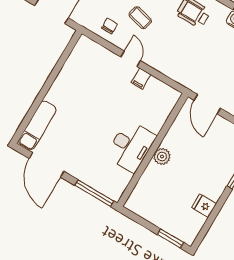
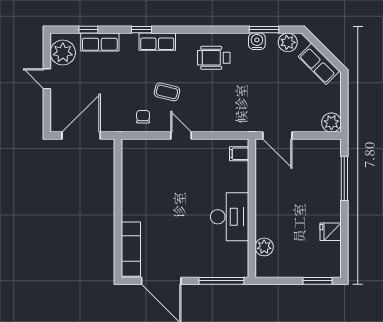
filing cabinet: (141, 79) -> (239, 154), moved, turned 90
plant: (162, 157) -> (264, 247), moved

